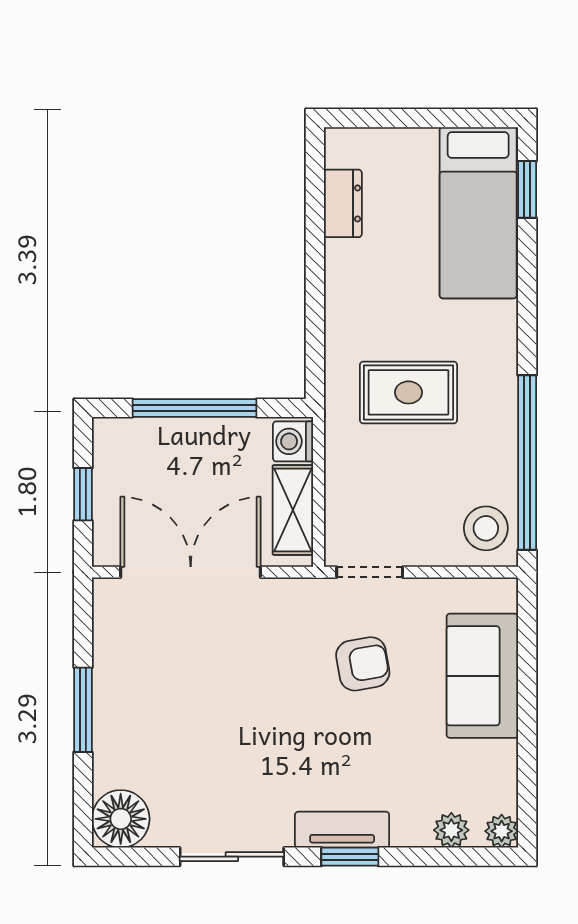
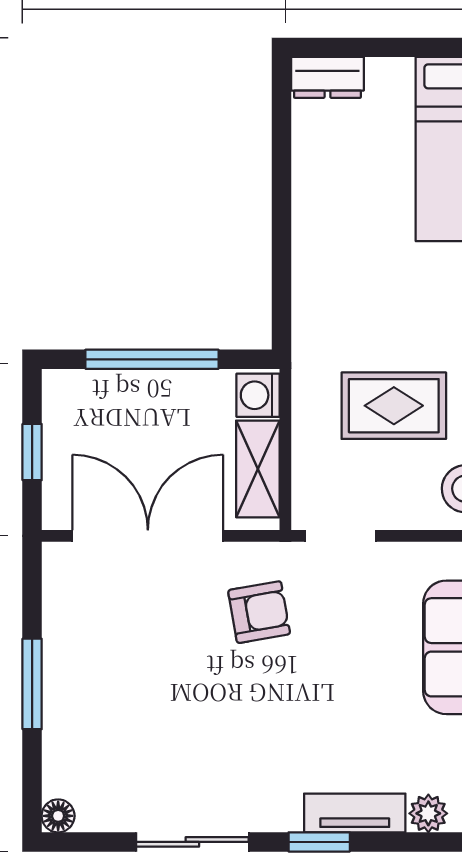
dresser: (343, 203) -> (327, 77), moved, turned 90
rug: (408, 392) -> (394, 406), moved
armchair: (363, 664) -> (259, 612), moved
floor lamp: (121, 819) -> (58, 816), width x0.53, depth x0.53
tv unit: (342, 830) -> (355, 813), moved

